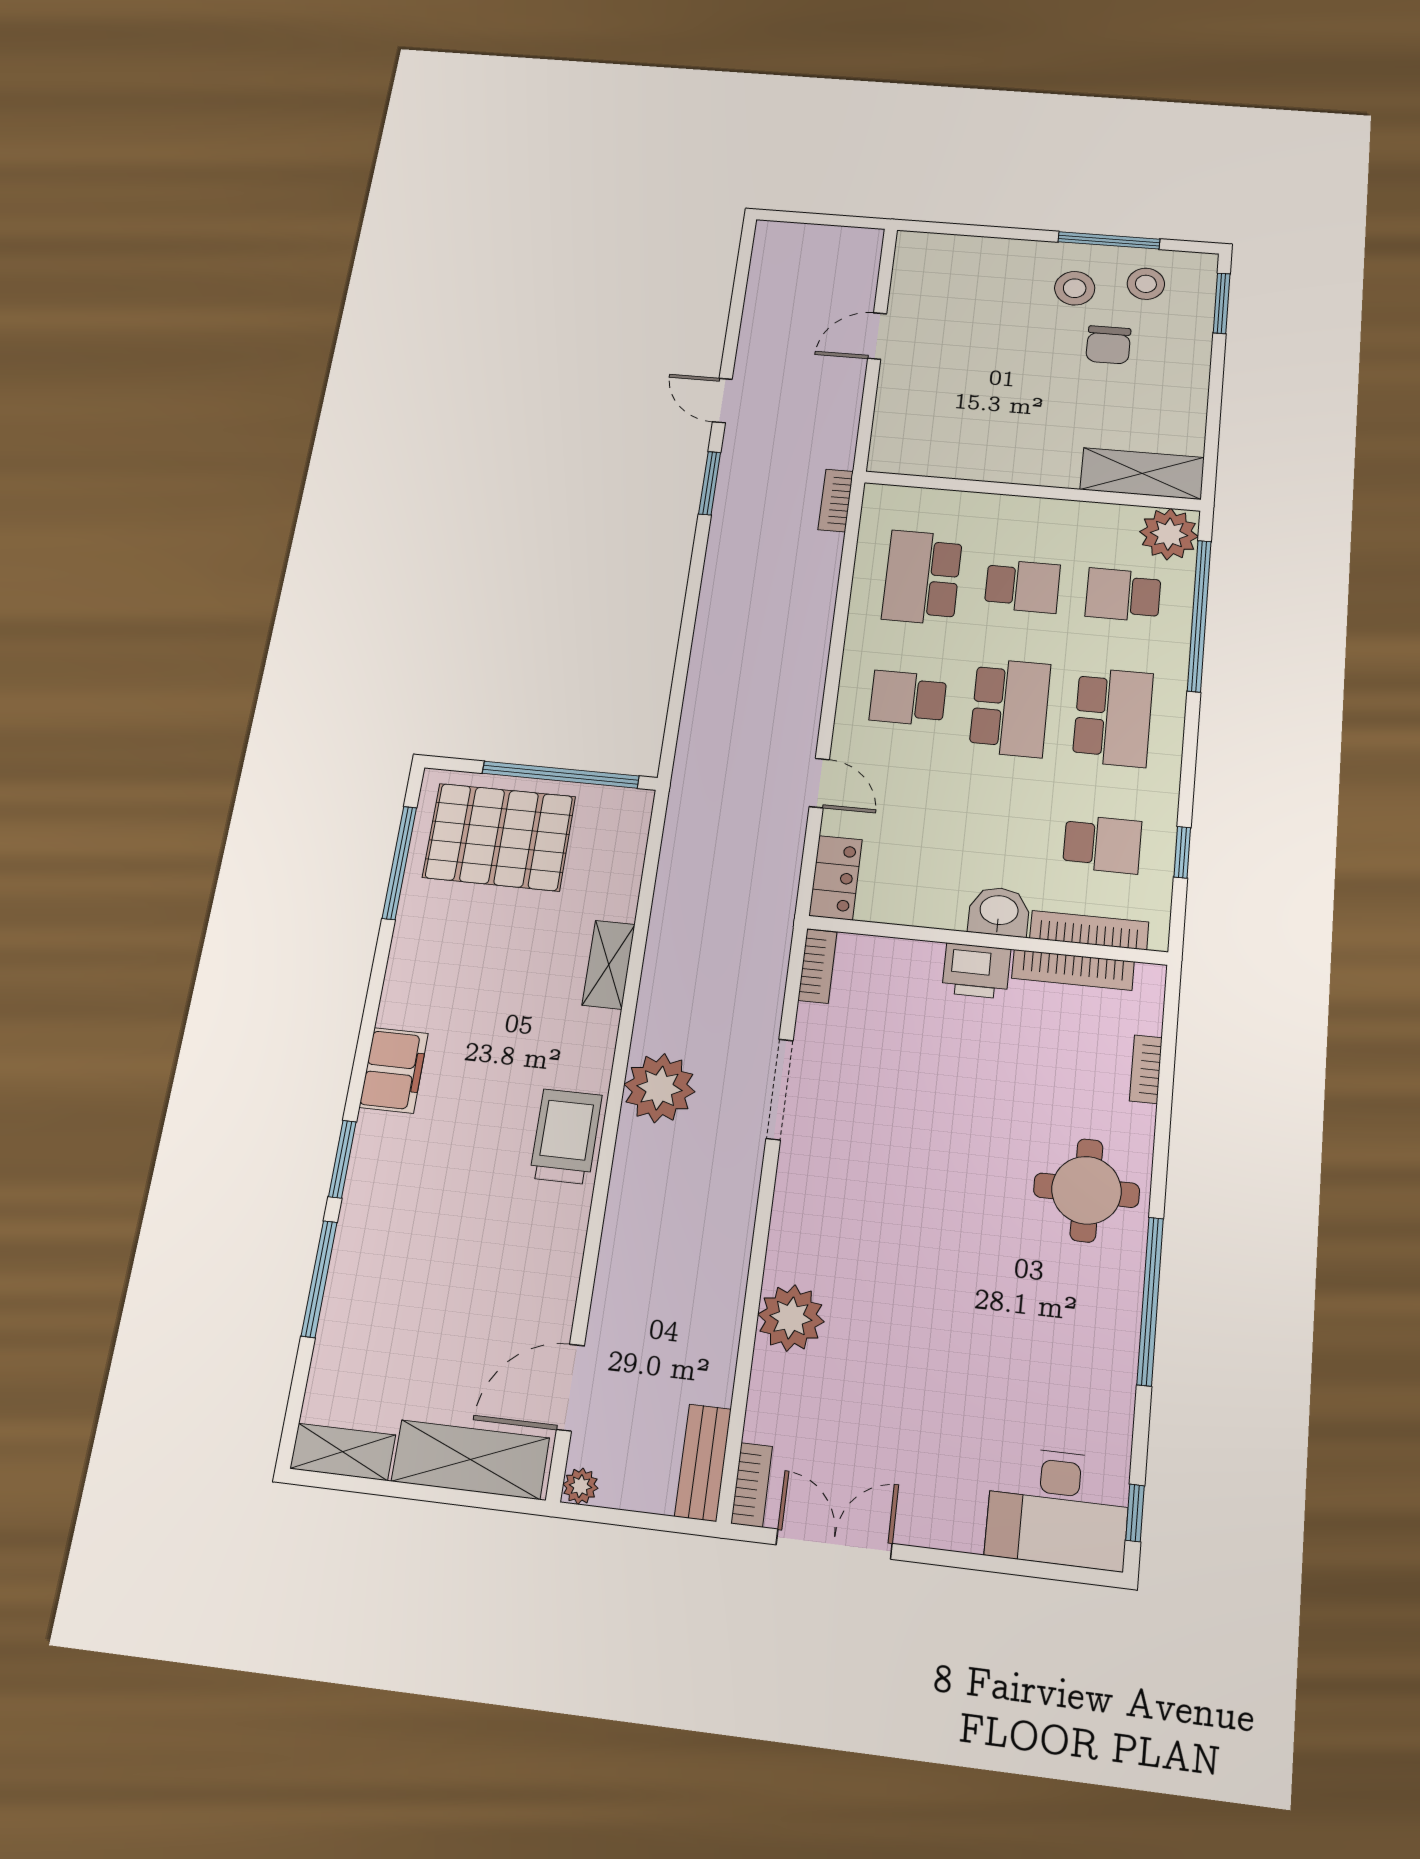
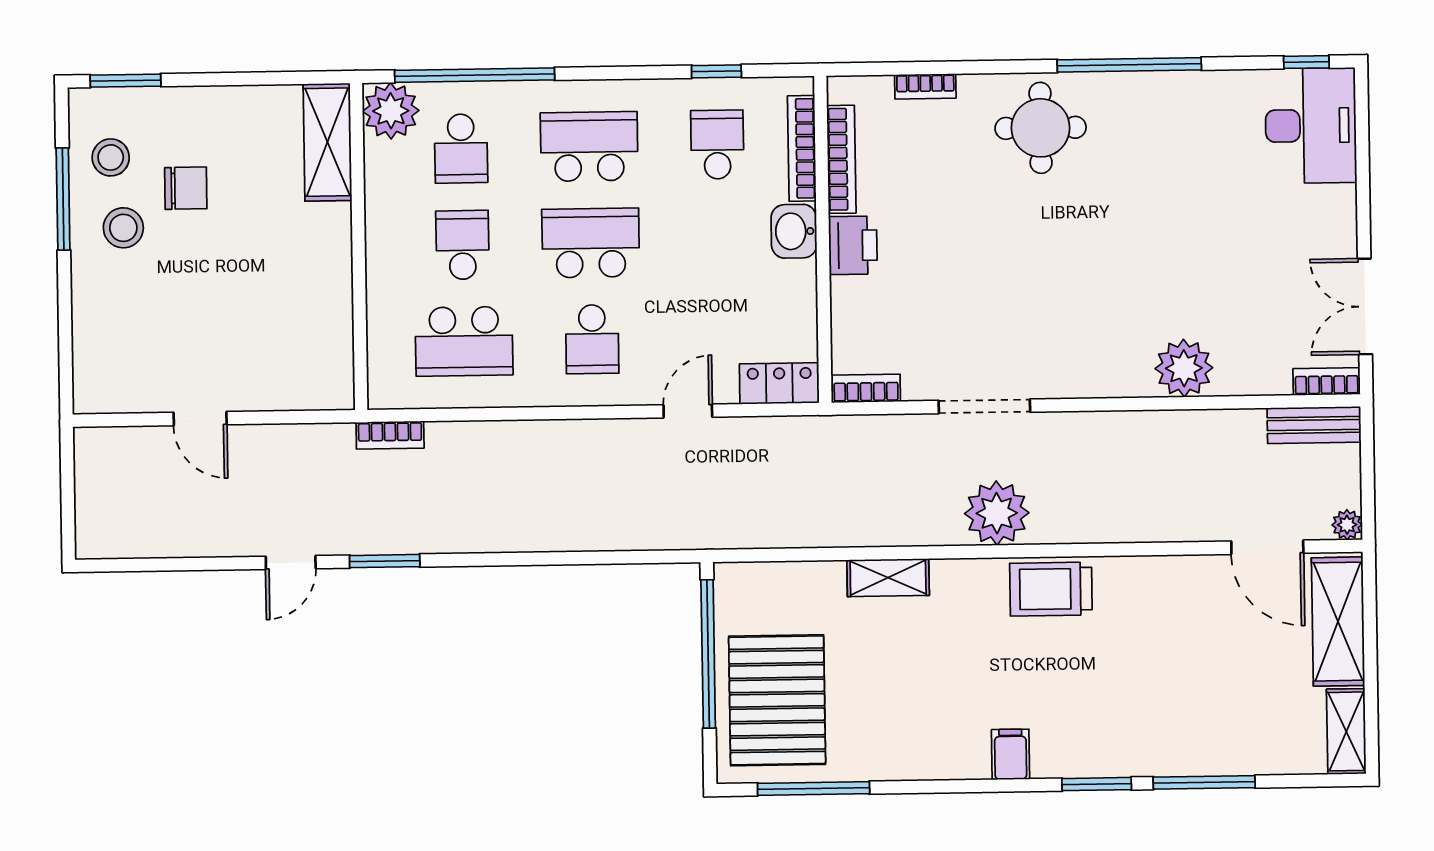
filing cabinet: (394, 1070) -> (1011, 754), width x0.50

